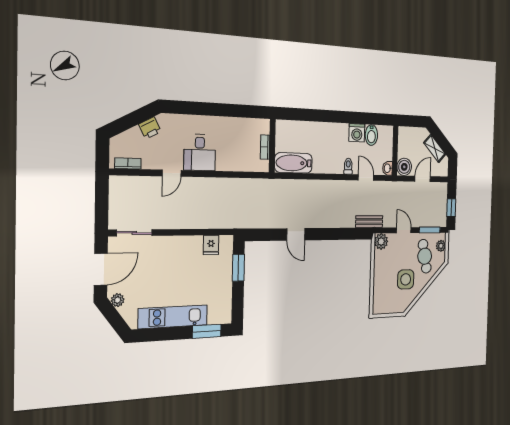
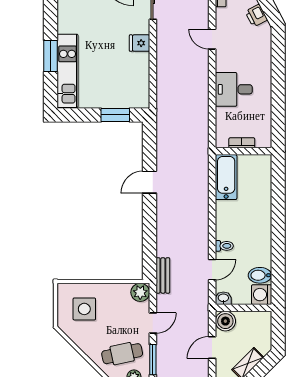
washing machine: (357, 133) -> (262, 295), moved
desk: (200, 152) -> (234, 89), moved
door: (423, 179) -> (212, 347), swing flipped
fridge: (211, 245) -> (139, 43), moved
side table: (406, 279) -> (84, 309), moved
kitchen unit: (173, 317) -> (68, 71), moved
window: (207, 331) -> (51, 56), moved

